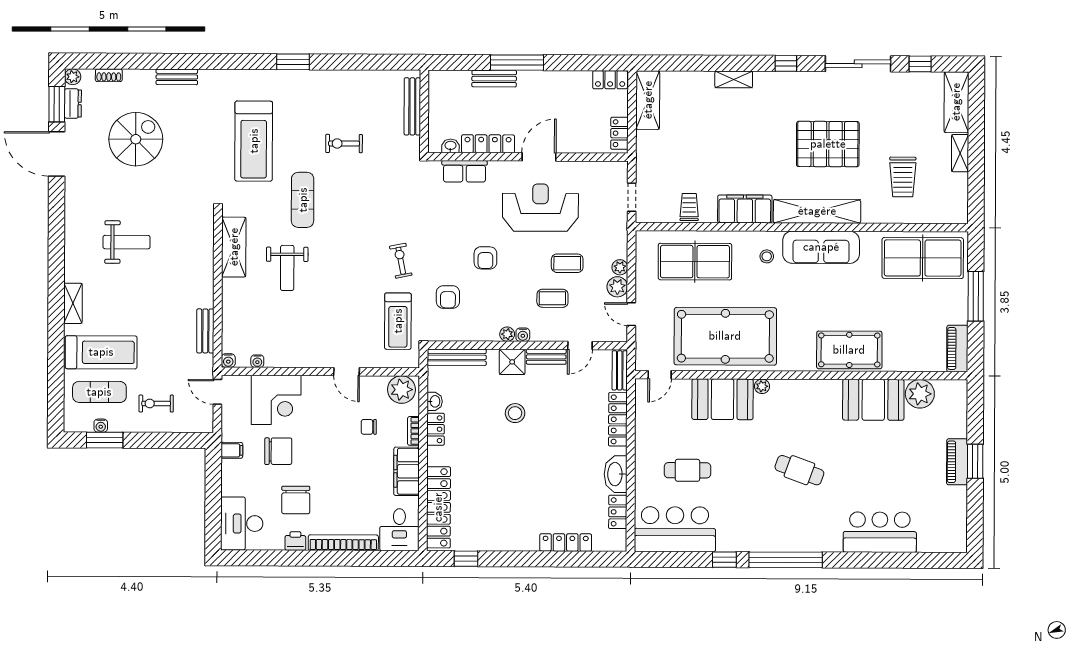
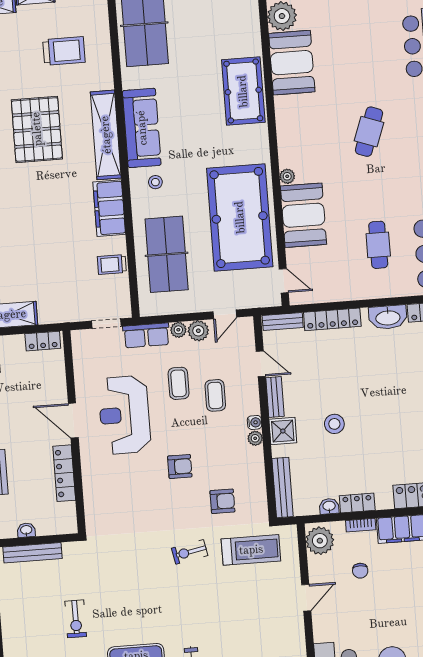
washbasin: (450, 146) -> (26, 530), moved, turned 90
row of seats: (465, 171) -> (146, 335), moved, turned 90

